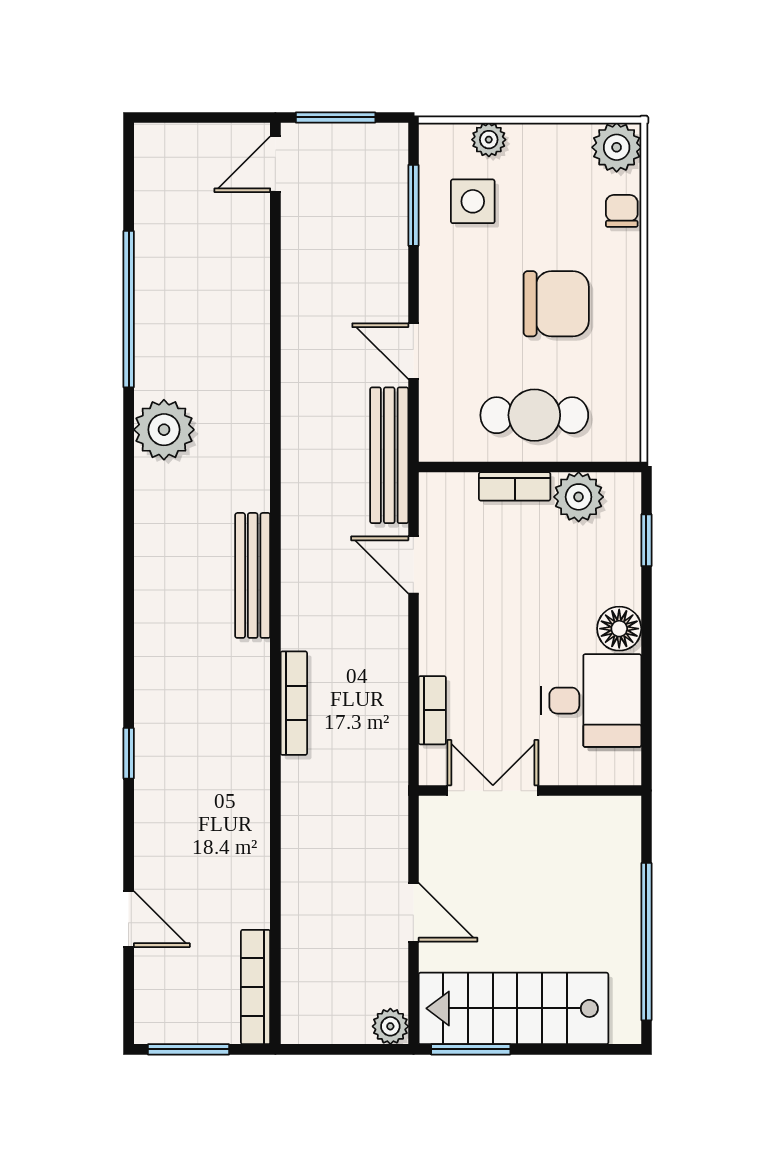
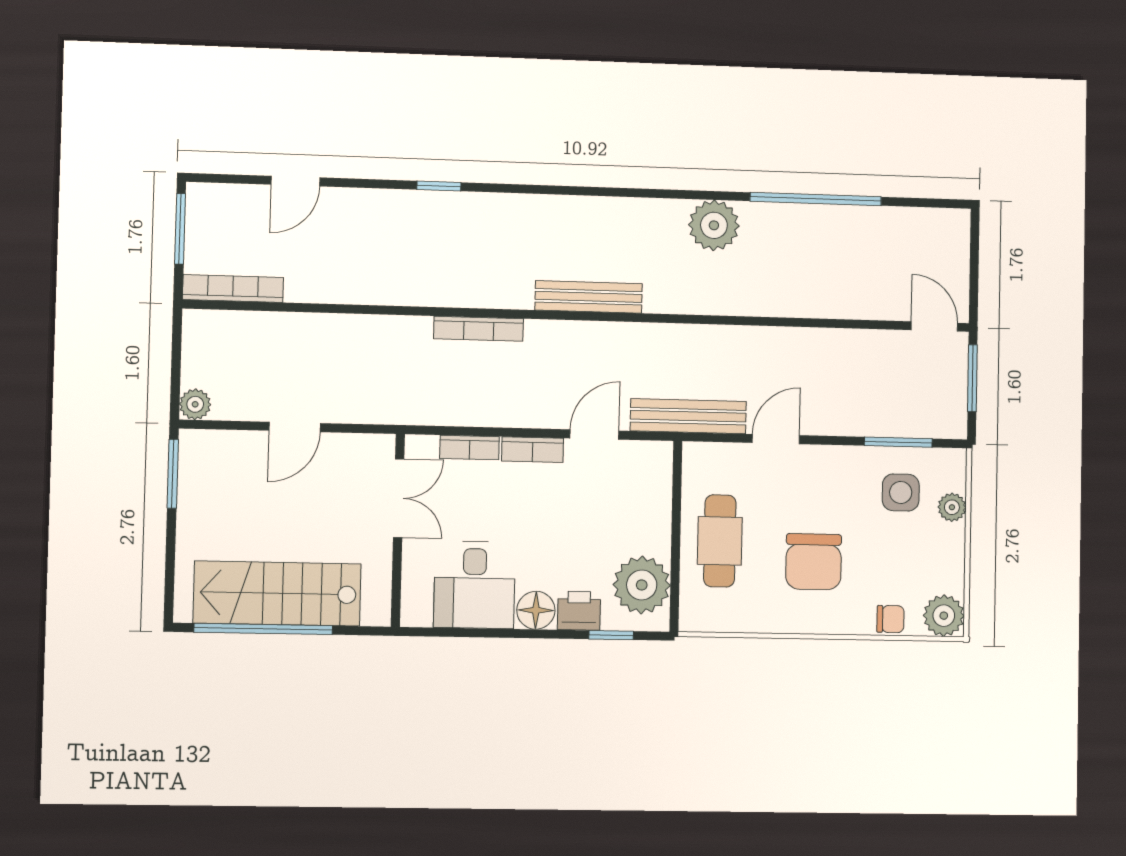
bookcase: (515, 486) -> (532, 450), moved, turned -90
plant: (579, 497) -> (642, 585), width x1.36, depth x1.36
printer: (619, 578) -> (579, 611), added
stairs: (513, 1008) -> (277, 593), moved, turned -90

